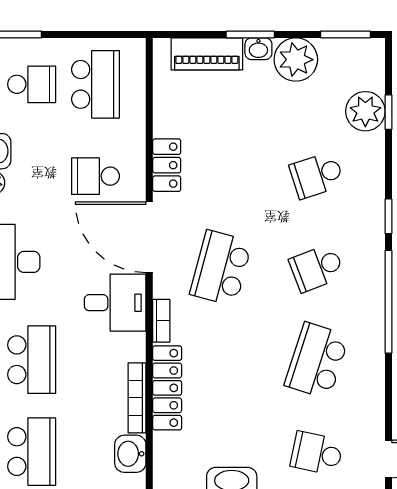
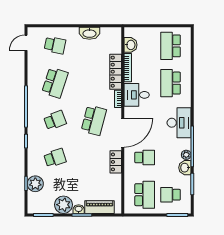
school desk: (95, 84) -> (145, 195), turned 180
door: (149, 237) -> (123, 133), hinge flipped
desk: (115, 303) -> (137, 95), moved

